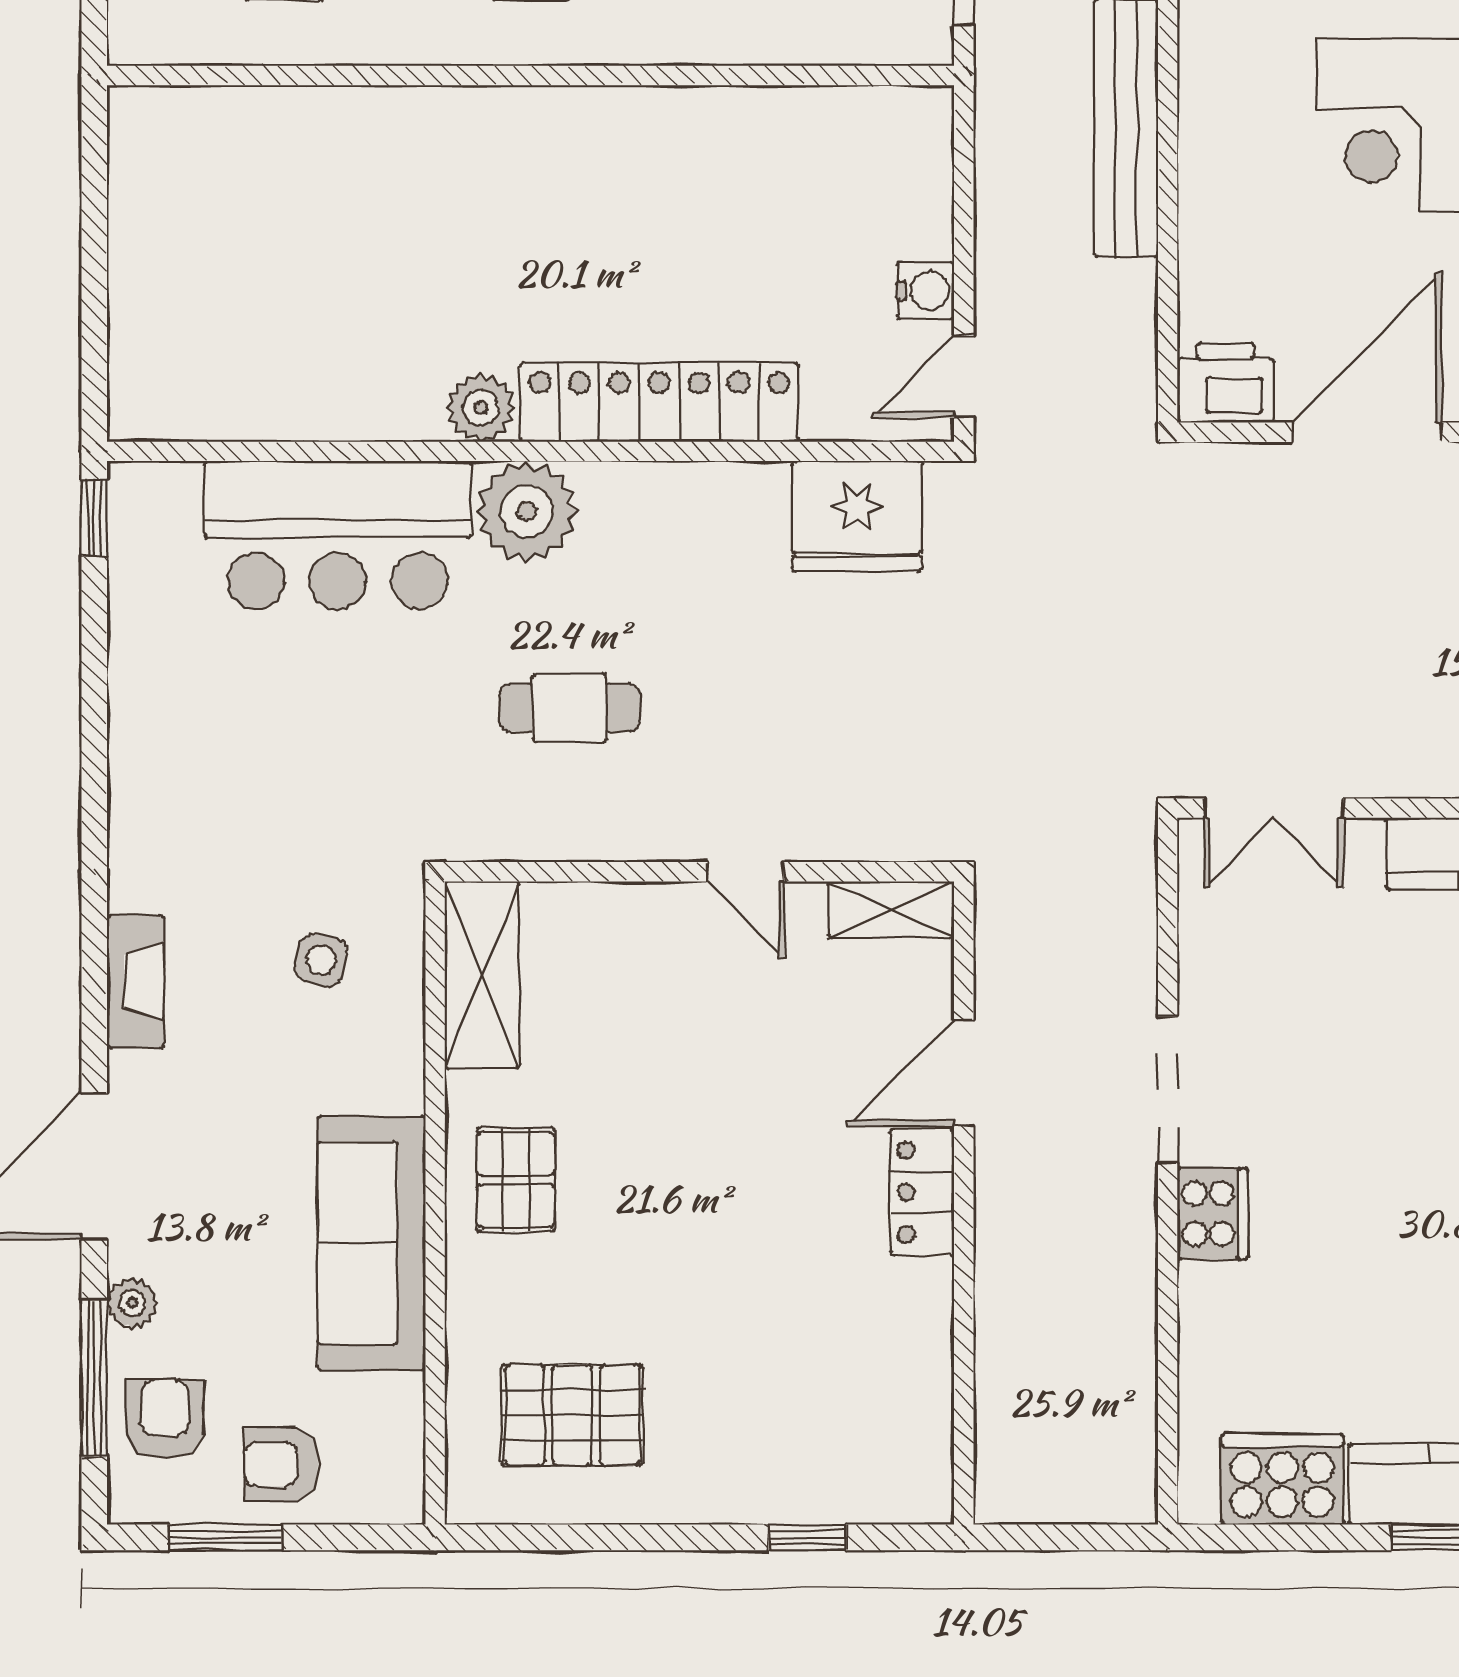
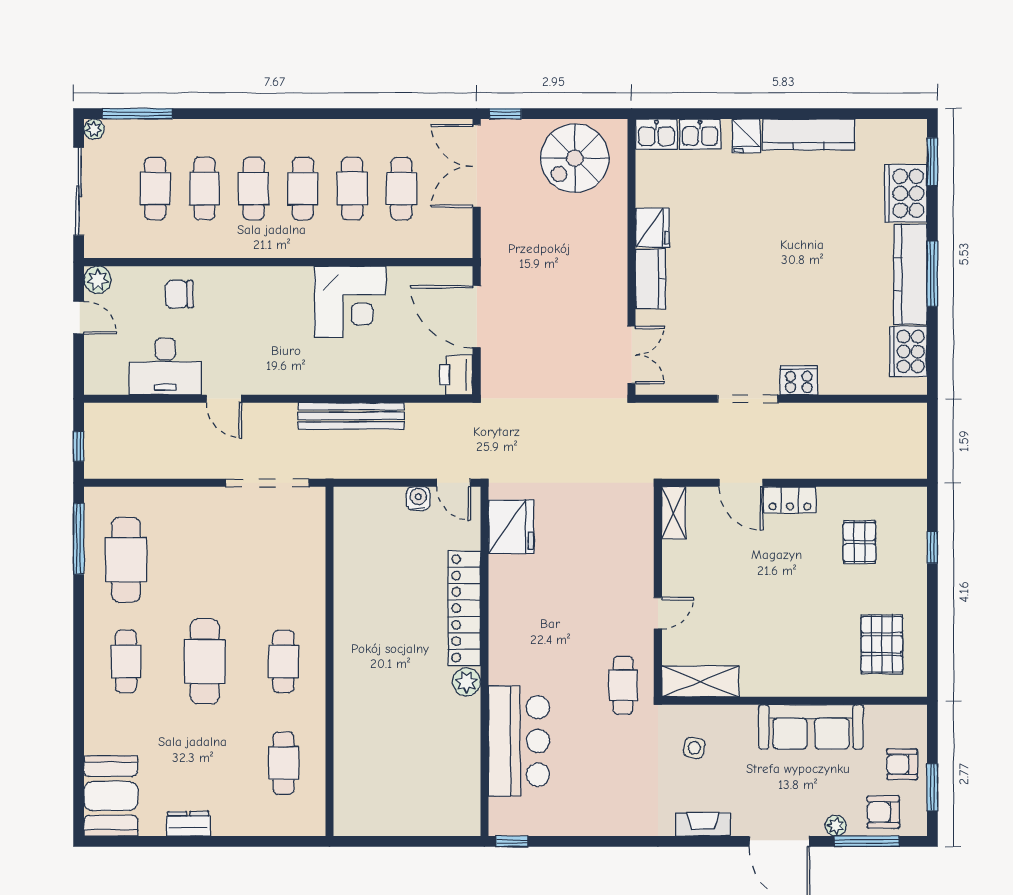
plant: (527, 511) -> (509, 663), removed
cafe table: (570, 708) -> (623, 685), moved
door: (746, 872) -> (658, 613), moved
pallet: (516, 1180) -> (859, 542), moved, turned 90
armchair: (281, 1464) -> (902, 764), turned 90

